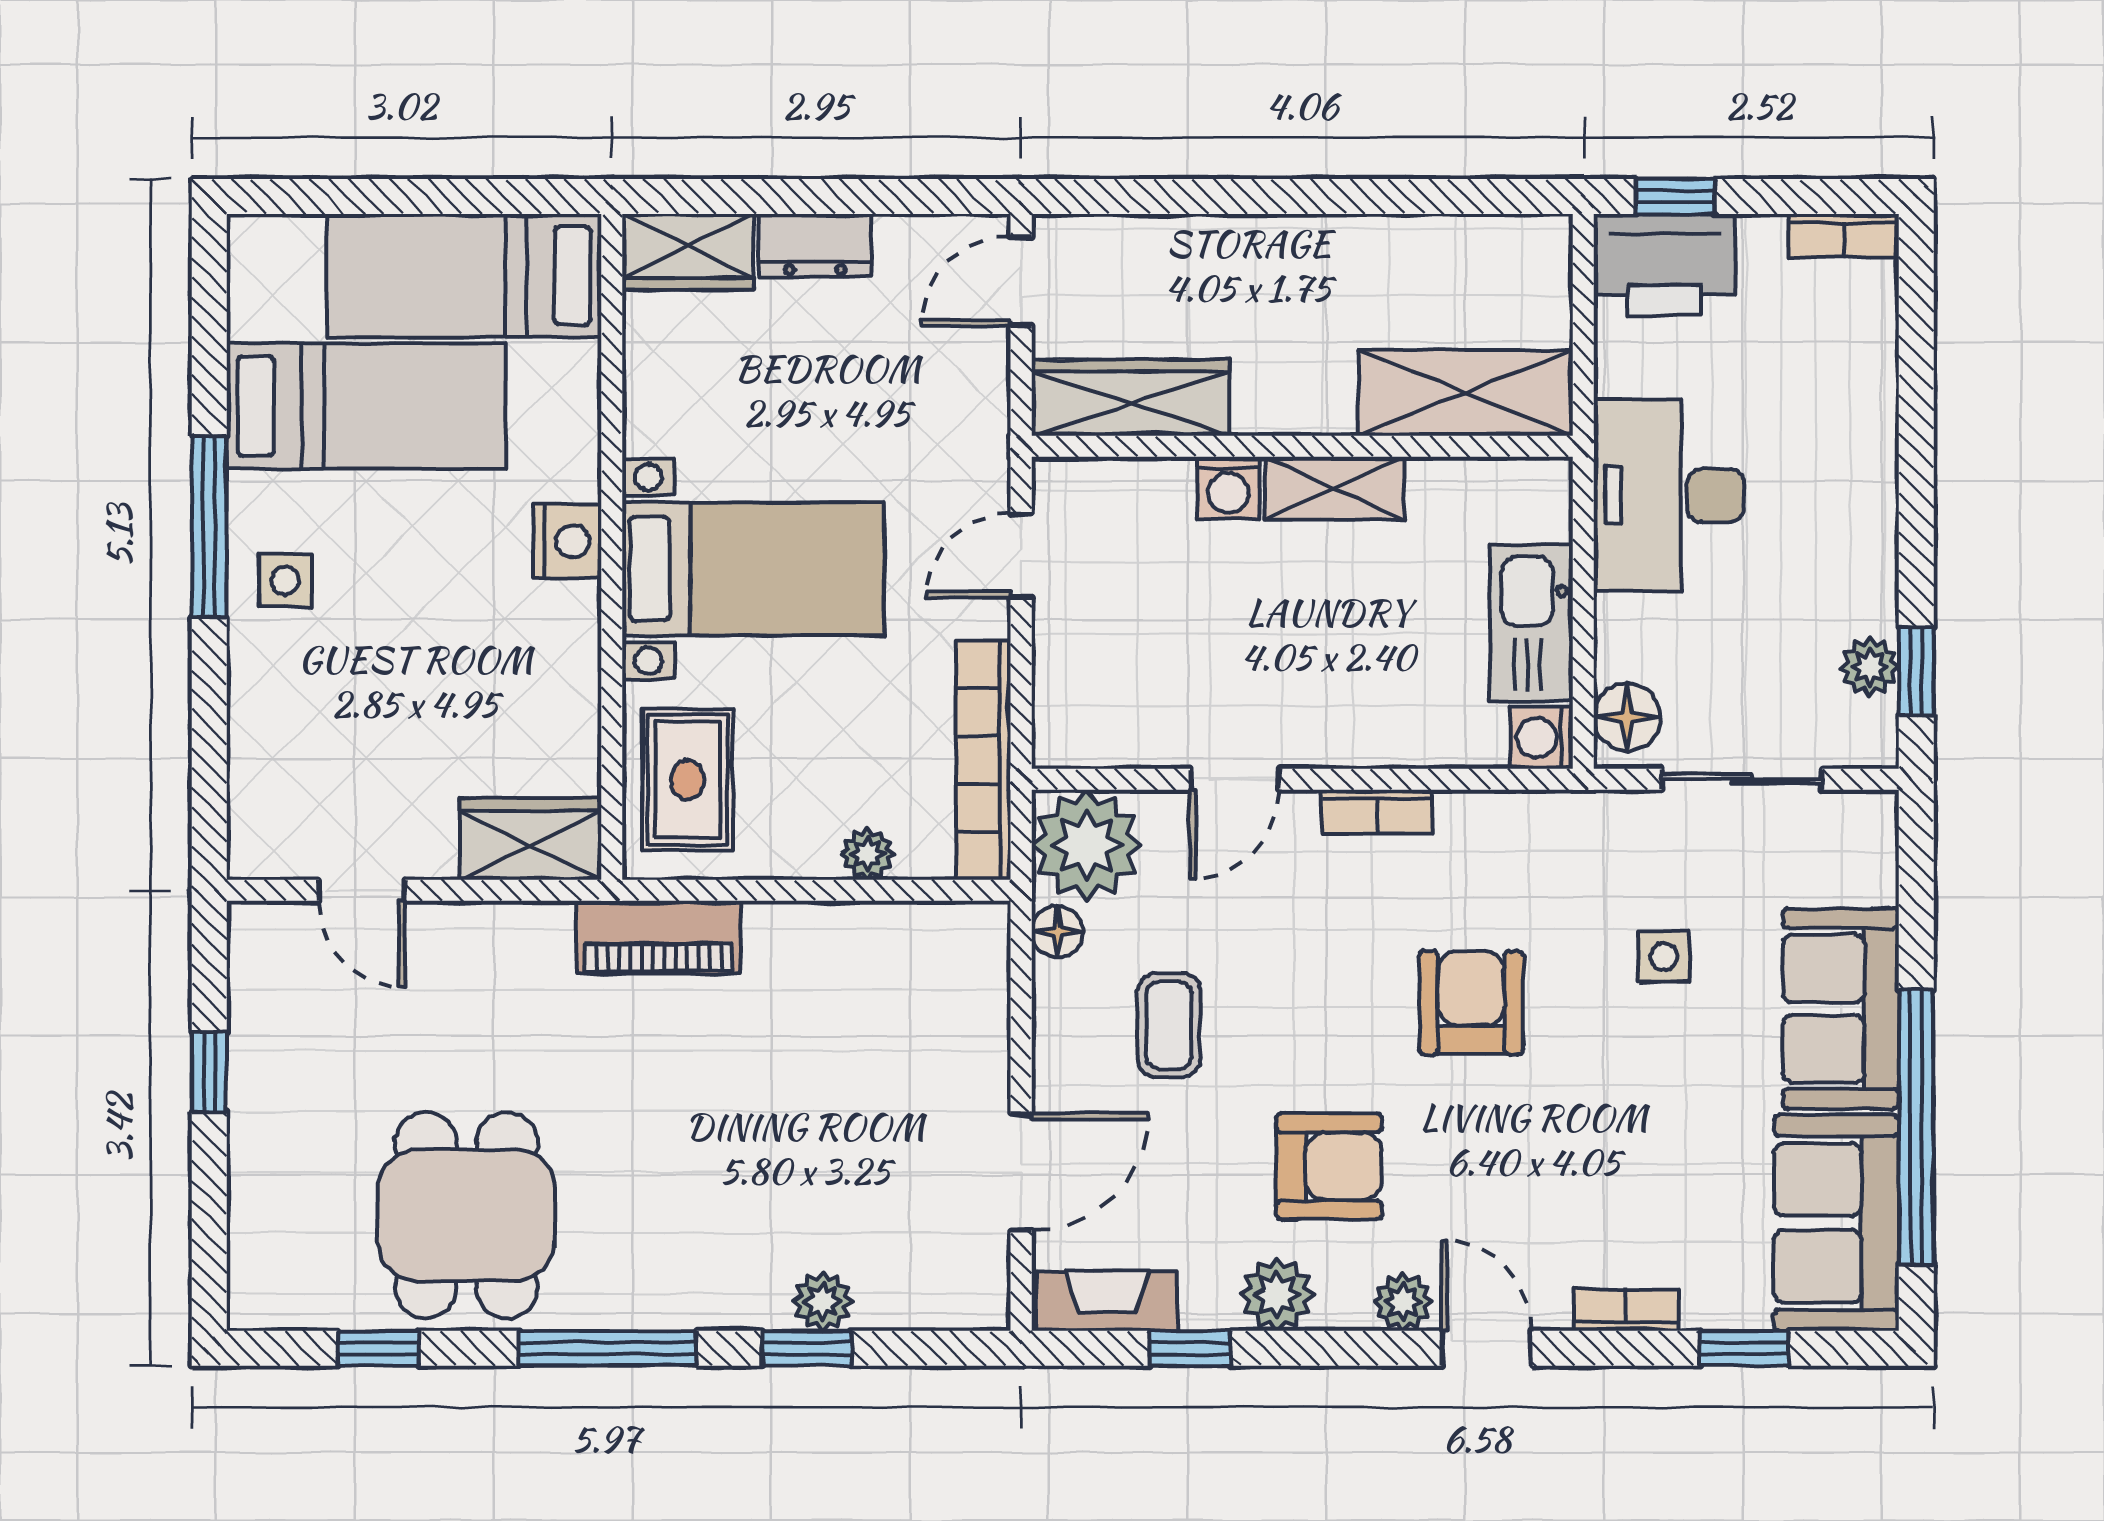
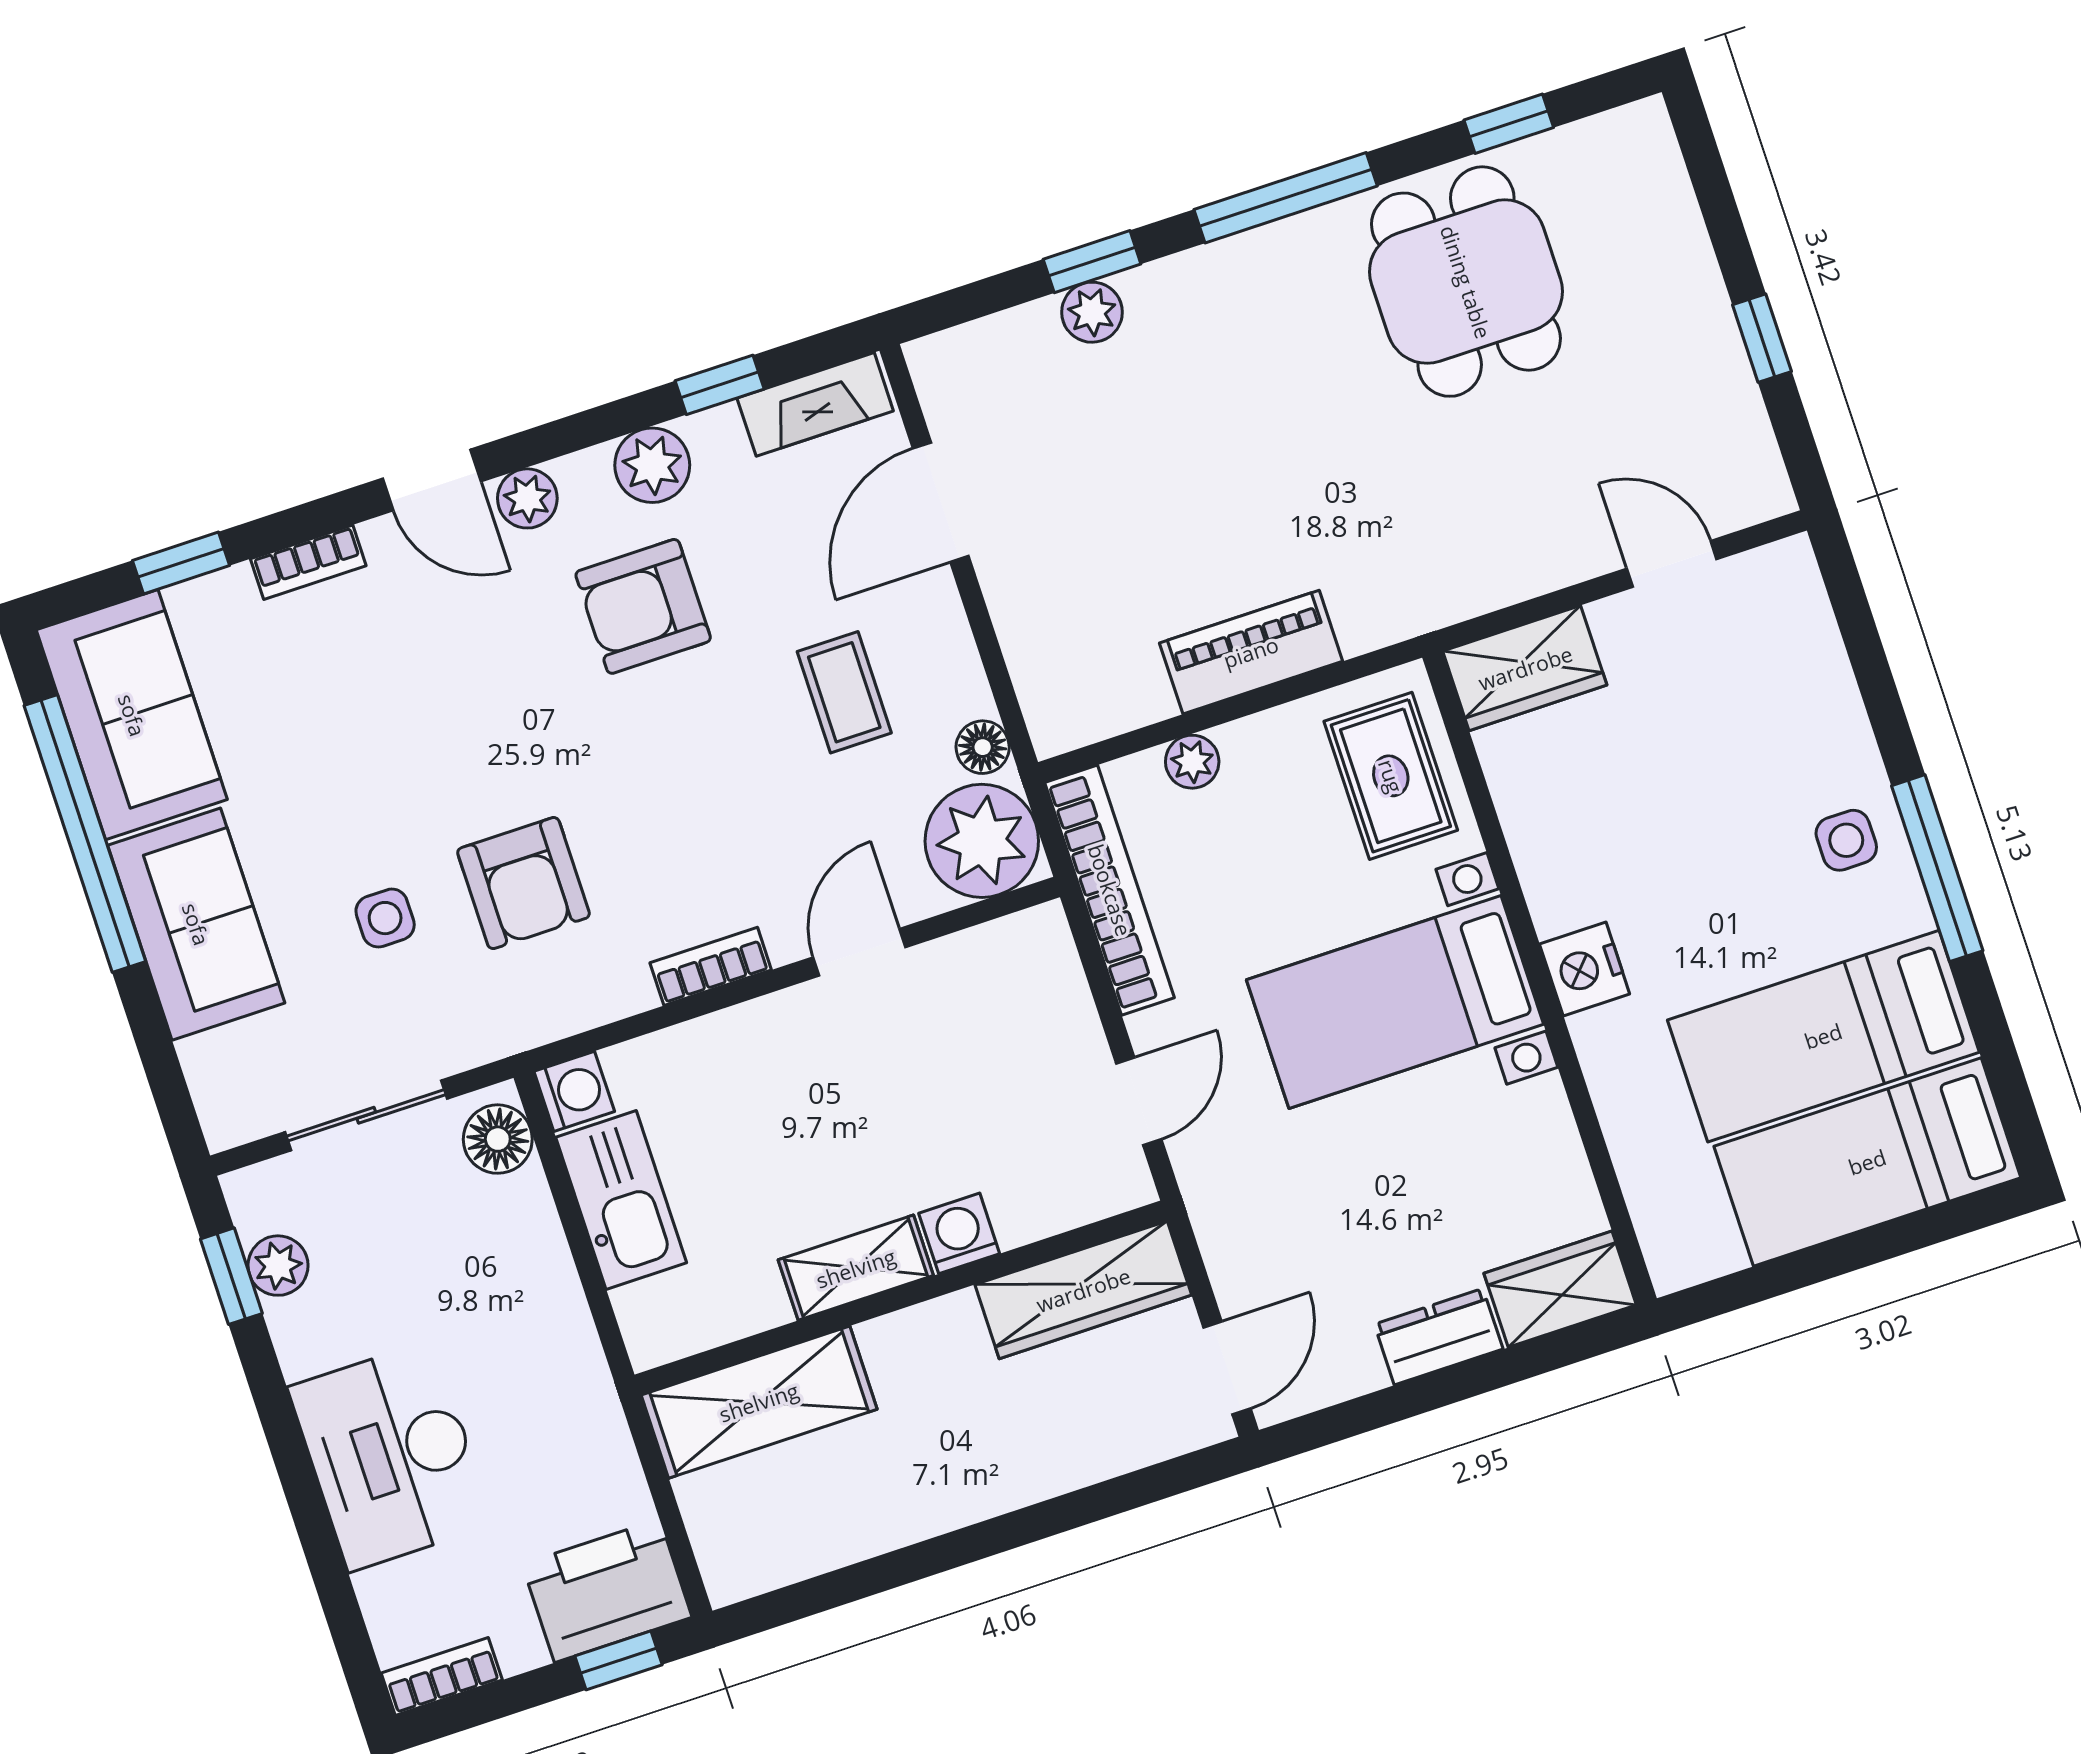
bed: (464, 276) -> (1867, 1162), moved, turned 180
desk: (1669, 496) -> (391, 1456), moved, turned 180
piano: (659, 937) -> (1251, 652), moved
armchair: (1471, 1003) -> (523, 883), moved

